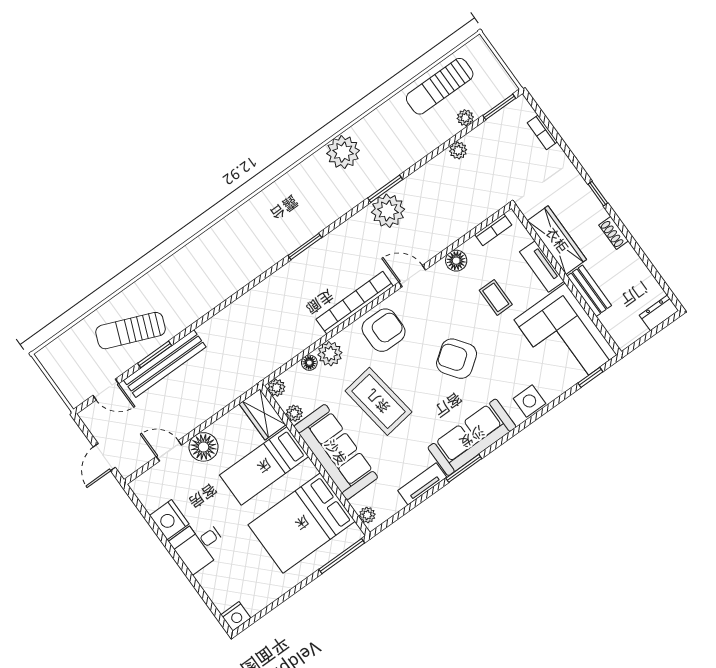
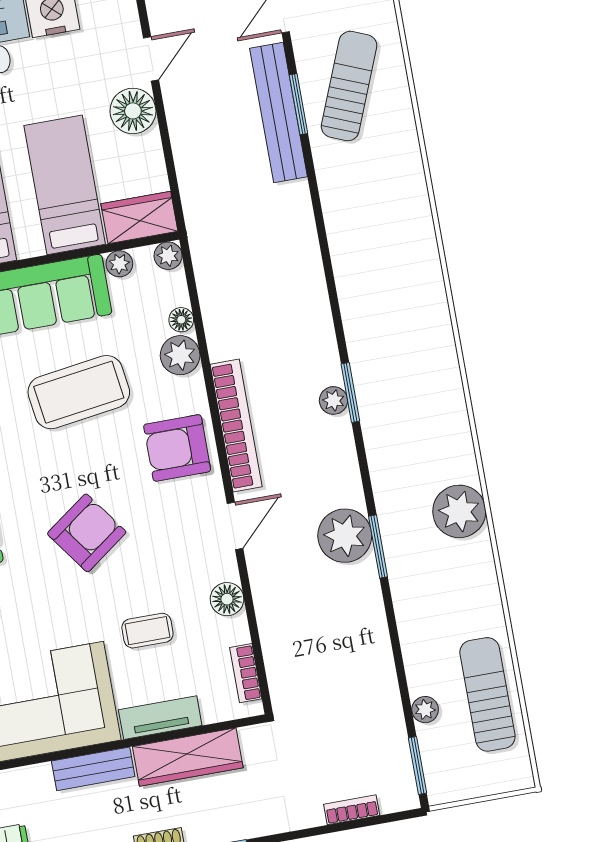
plant: (458, 150) -> (333, 400), moved
armchair: (384, 330) -> (177, 448), turned 90

